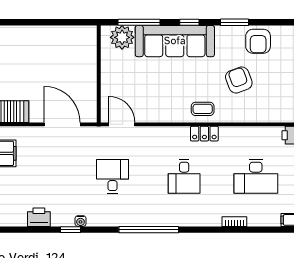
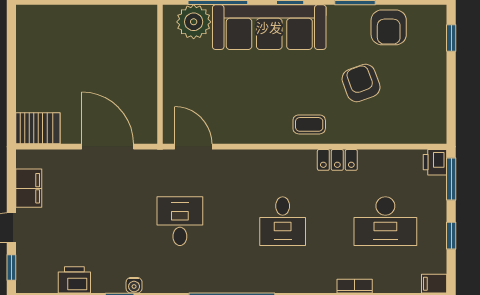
locker: (204, 134) -> (337, 160), moved

